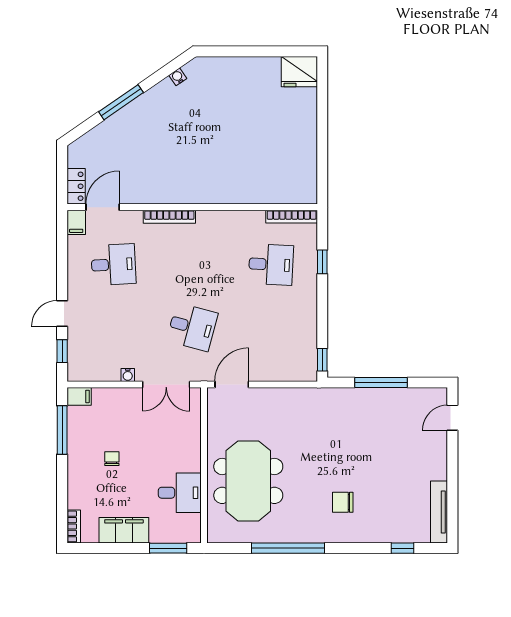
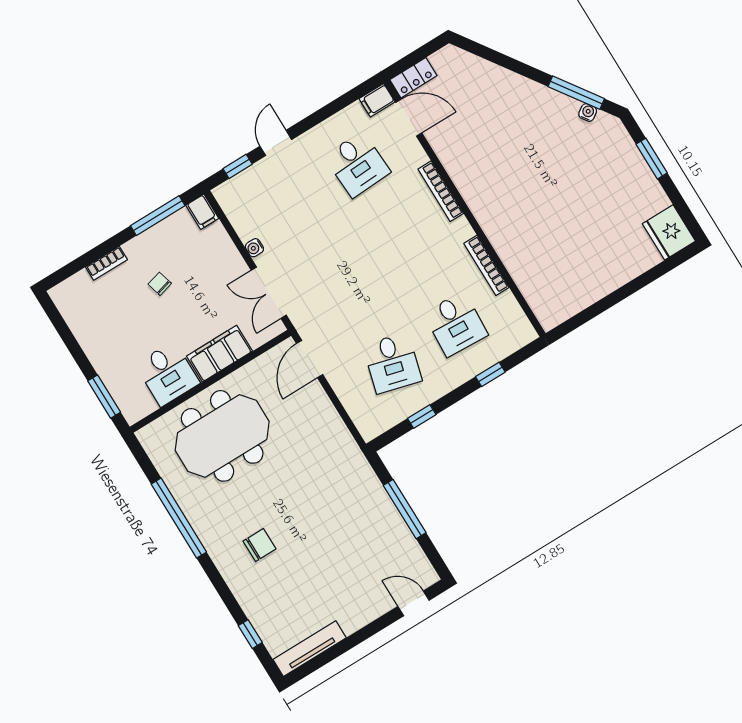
window: (239, 51) -> (652, 159), added
window: (121, 102) -> (576, 93), moved
bookcase: (292, 217) -> (486, 265), moved
door: (62, 313) -> (276, 143), hinge flipped
desk: (192, 327) -> (392, 363), moved
window: (322, 360) -> (422, 417), moved
door: (232, 384) -> (310, 359), swing flipped
chair: (112, 459) -> (160, 284), turned -105
chair: (343, 502) -> (260, 545), turned 90
bookcase: (74, 526) -> (106, 263), moved
filing cabinet: (124, 530) -> (220, 354), moved, turned -90

